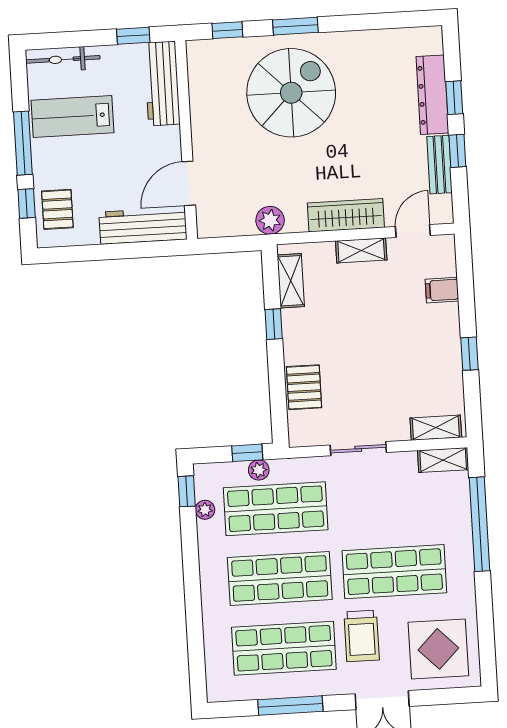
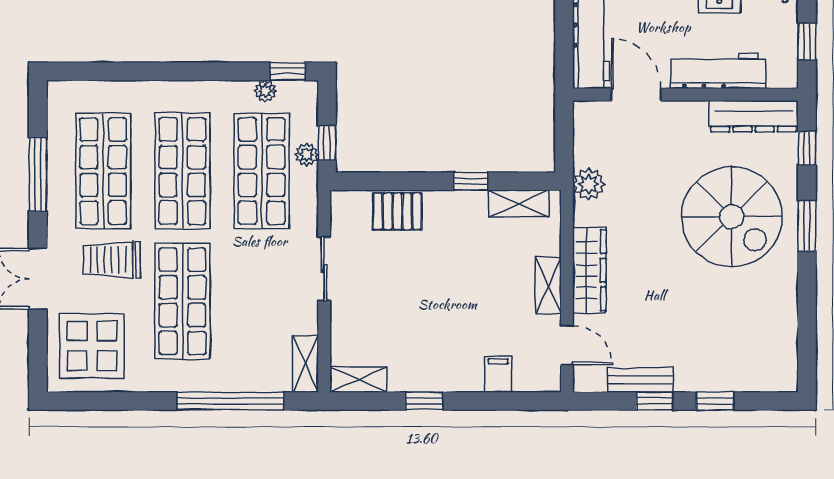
workbench: (162, 83) -> (718, 71), moved
dresser: (432, 95) -> (754, 116), moved, turned 180
shelving: (436, 428) -> (358, 379), moved, turned 90

